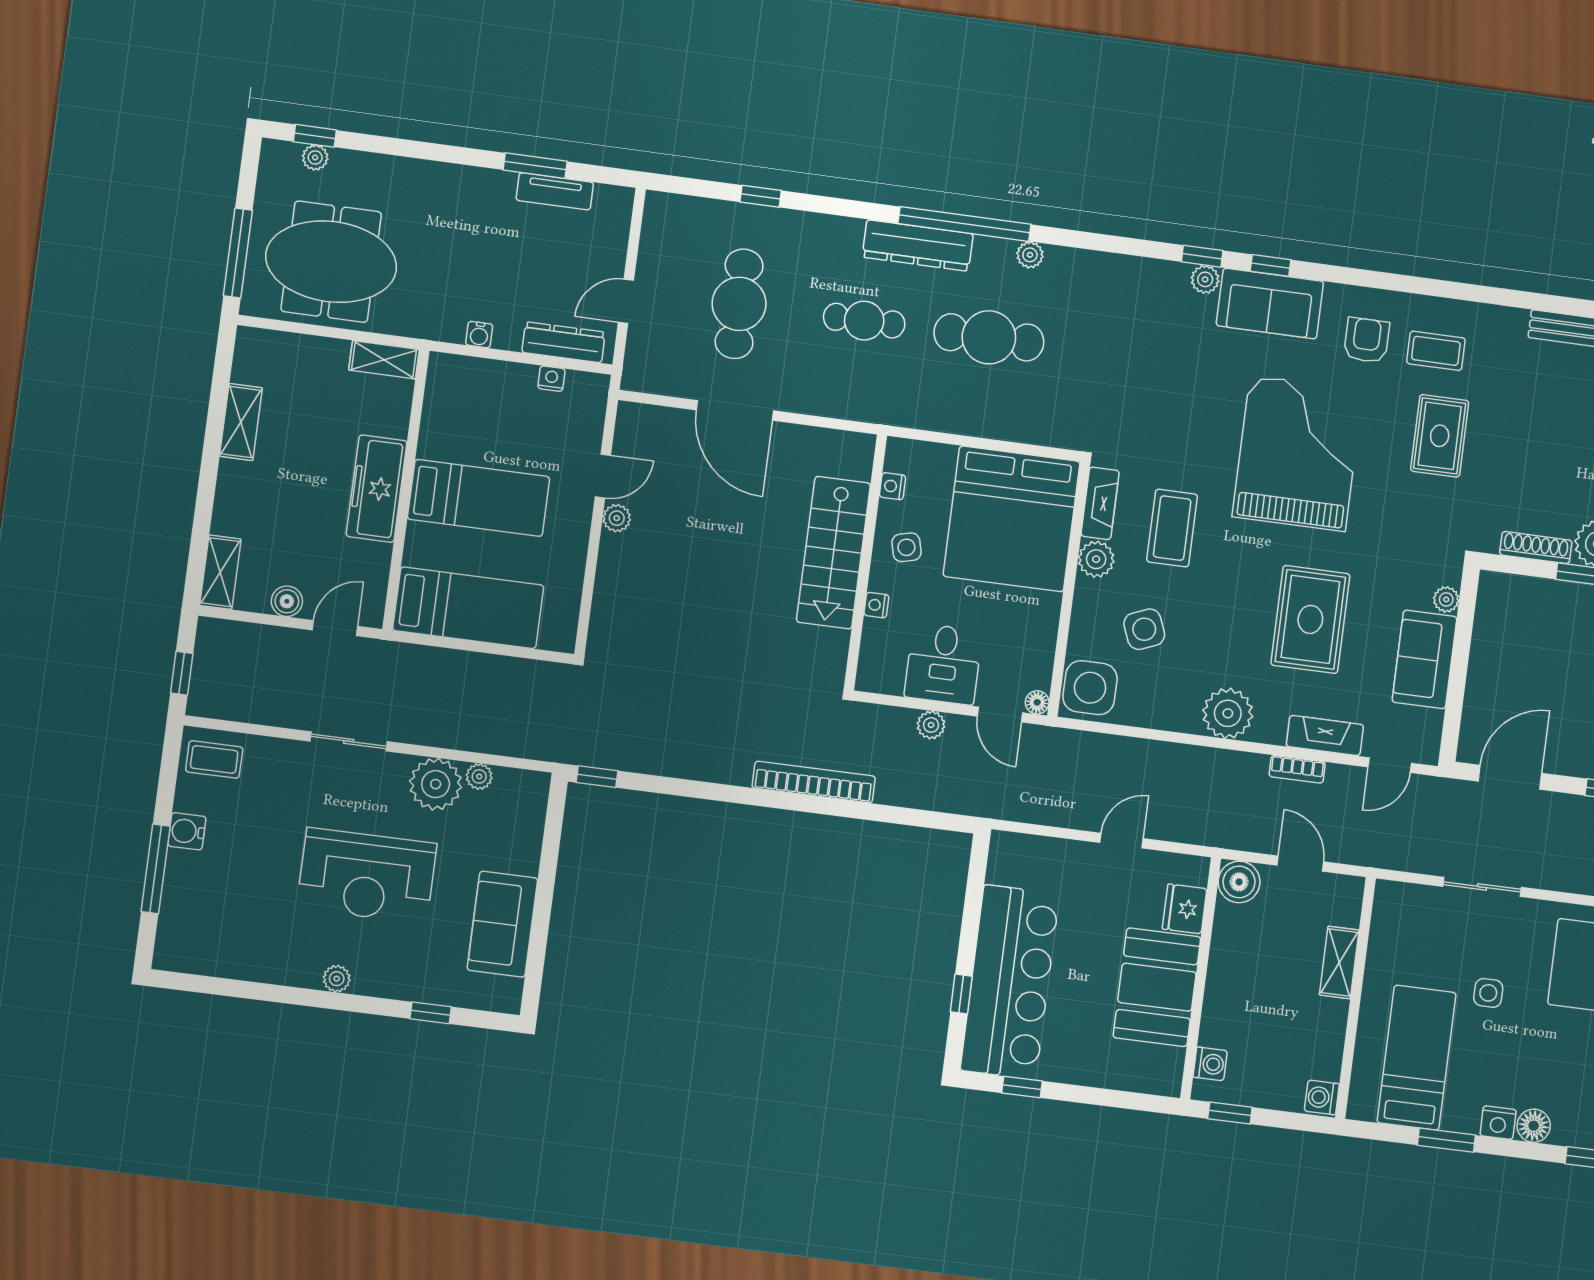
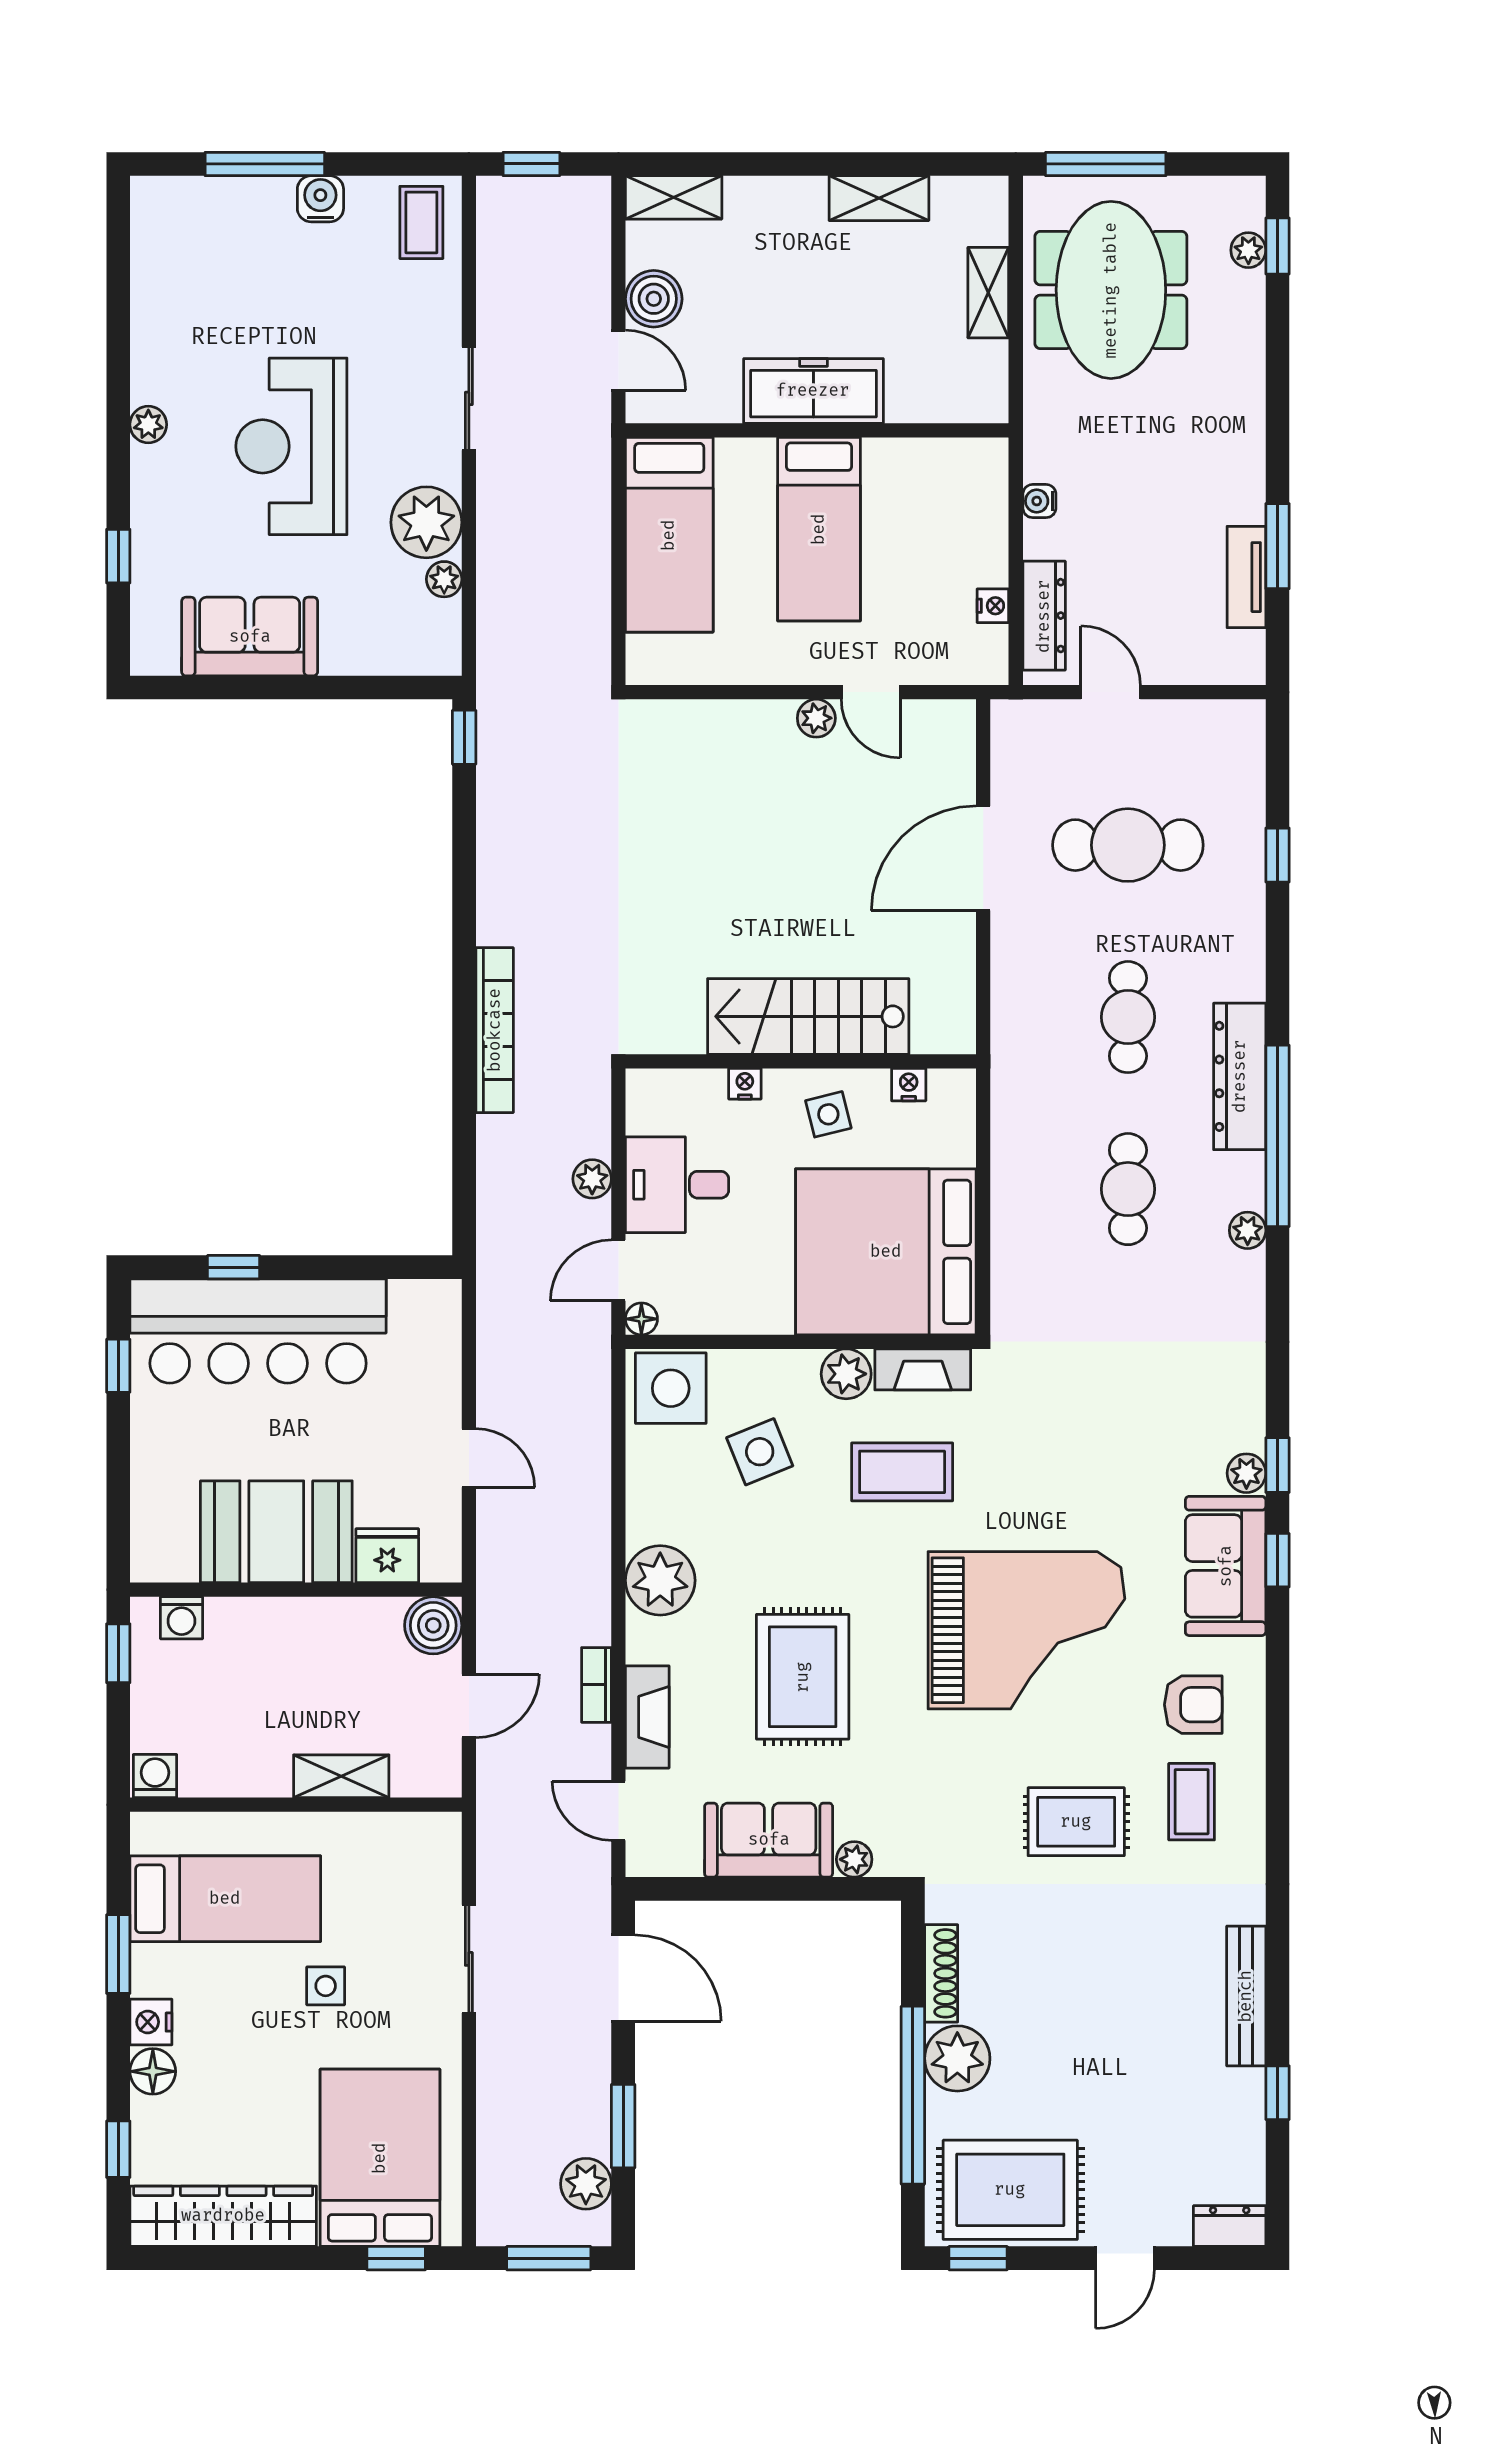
cafe table: (989, 337) -> (1128, 1189), width x0.73, depth x0.74
shelving: (384, 360) -> (988, 293), moved
boiler: (287, 601) -> (654, 299), width x1.36, depth x1.36
rug: (1310, 619) -> (803, 1677), turned 90

